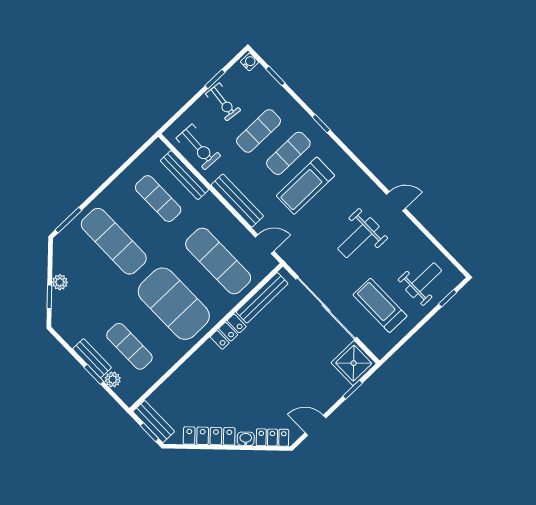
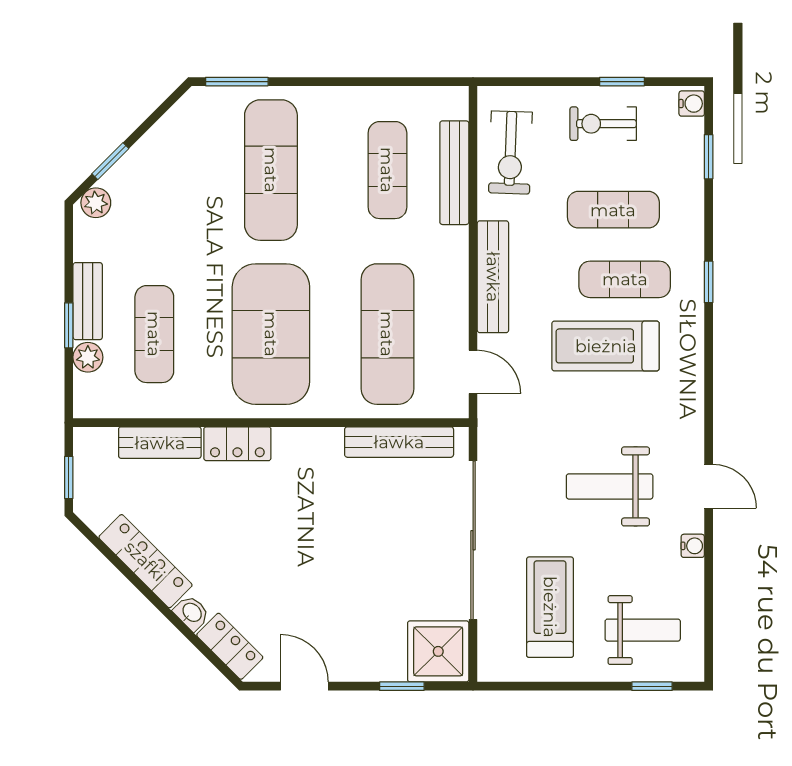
exercise bike: (223, 102) -> (603, 124), turned 84
water cooler: (412, 230) -> (693, 546), added
plant: (60, 282) -> (96, 203), moved
locker: (228, 332) -> (237, 444), moved
bench: (154, 422) -> (160, 443), moved, turned 90

